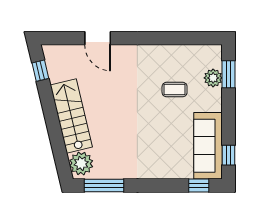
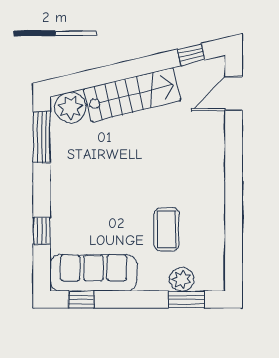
door: (98, 38) -> (234, 94), moved
coffee table: (175, 90) -> (167, 229), width x1.36, depth x1.30
window: (199, 185) -> (42, 231), moved

